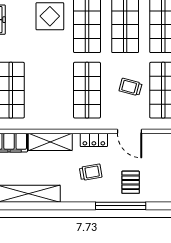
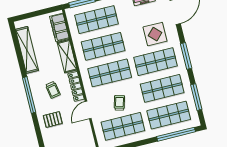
shop shelf: (49, 90) -> (103, 46), added
locker: (94, 140) -> (76, 86), width x1.53
window: (121, 206) -> (29, 95), moved

